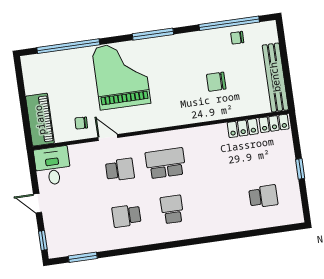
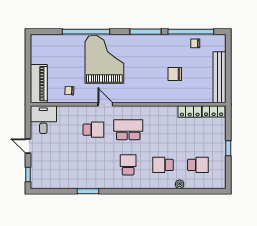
window: (153, 34) -> (145, 32), moved
window: (68, 46) -> (86, 32), moved
door: (108, 137) -> (105, 104), moved
school desk: (126, 216) -> (163, 165), moved
plant: (243, 225) -> (180, 184), added
window: (83, 257) -> (88, 191), moved

